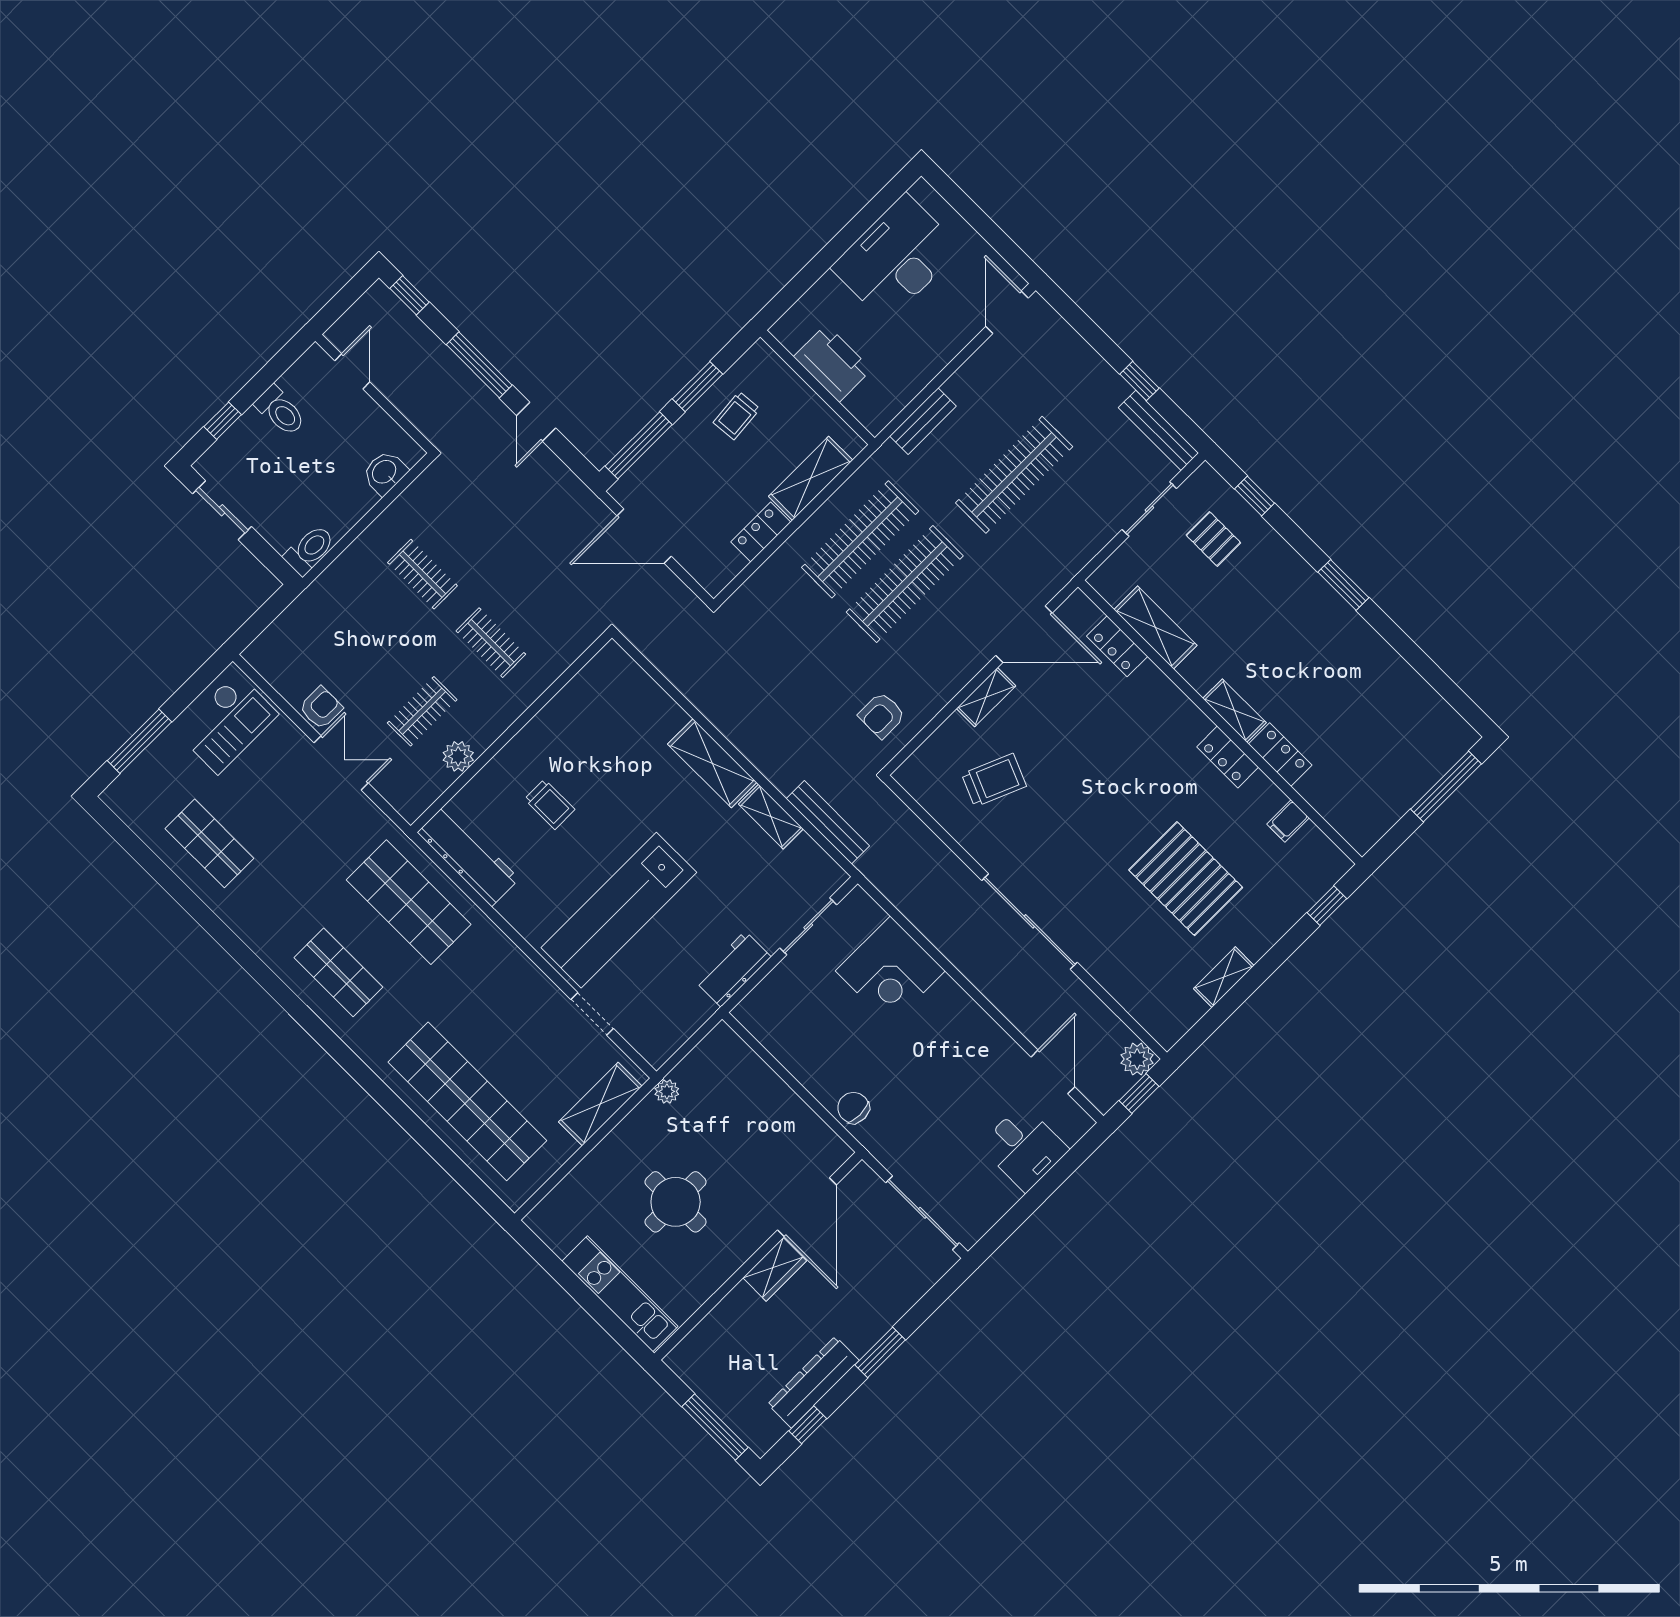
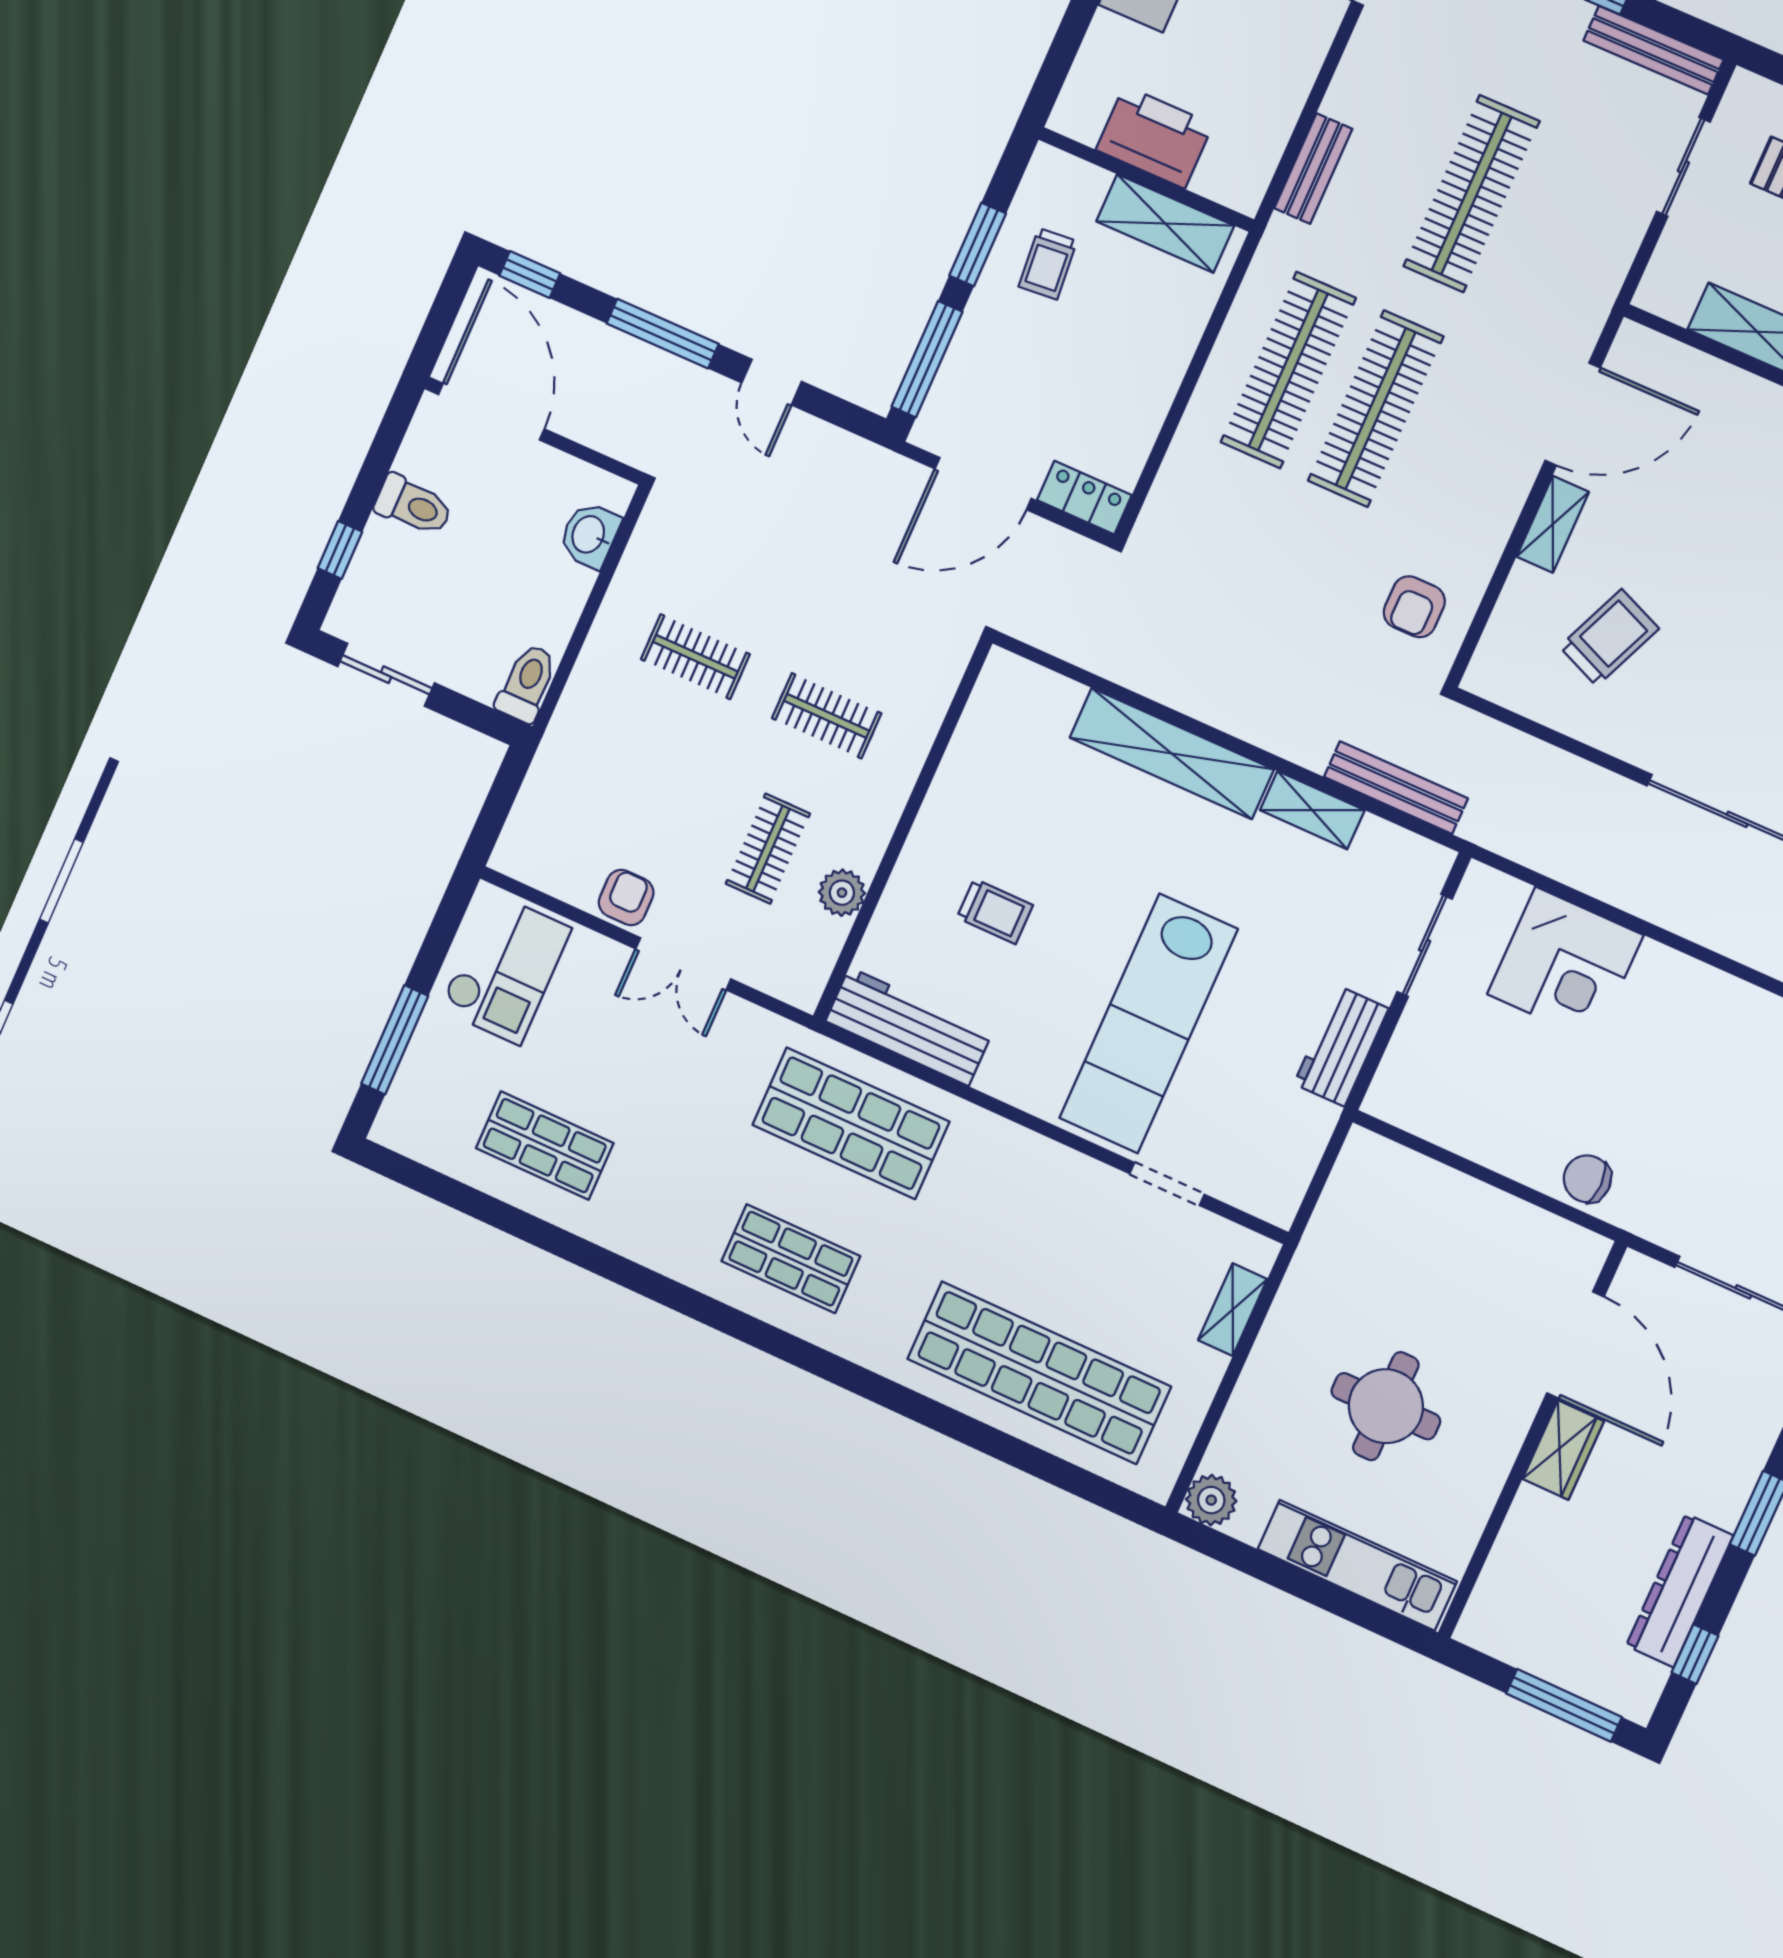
door: (352, 371) -> (491, 412), width x1.88
shelving: (811, 478) -> (1165, 224), moved, turned 90
locker: (761, 532) -> (1084, 498), moved, turned 90
locker: (1117, 646) -> (1712, 380), removed
double door: (341, 763) -> (683, 964), swing flipped
shelving: (712, 763) -> (1172, 753), width x1.47
plant: (667, 1091) -> (1211, 1500), moved, width x1.38, depth x1.38
shelving: (600, 1104) -> (1233, 1310), width x0.67, depth x0.75

